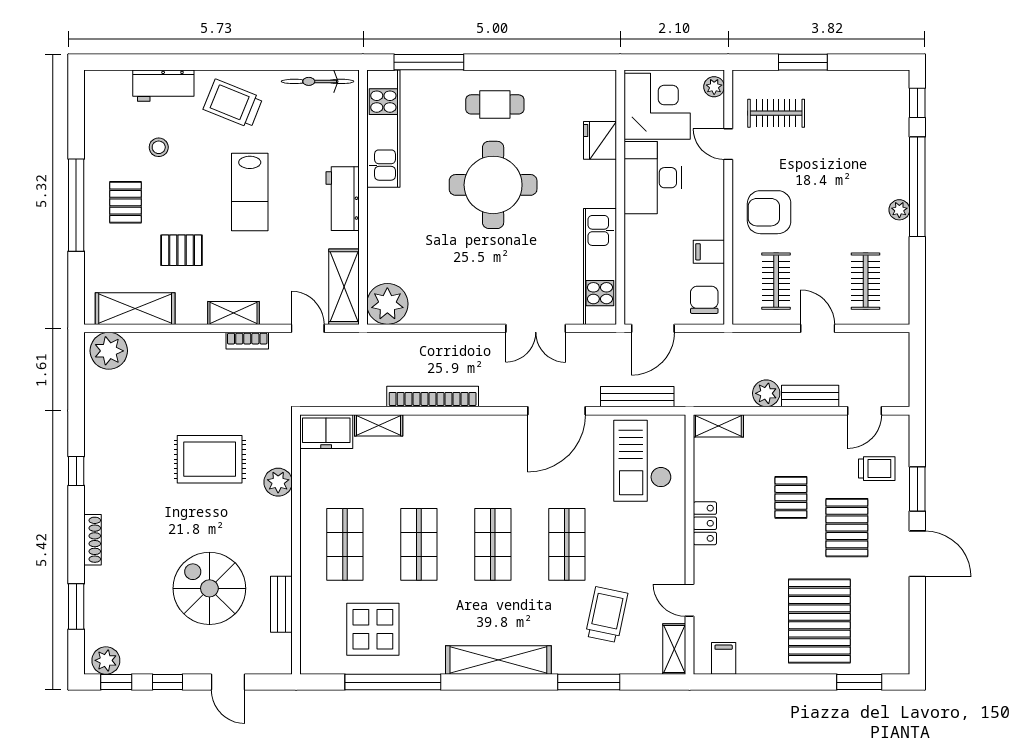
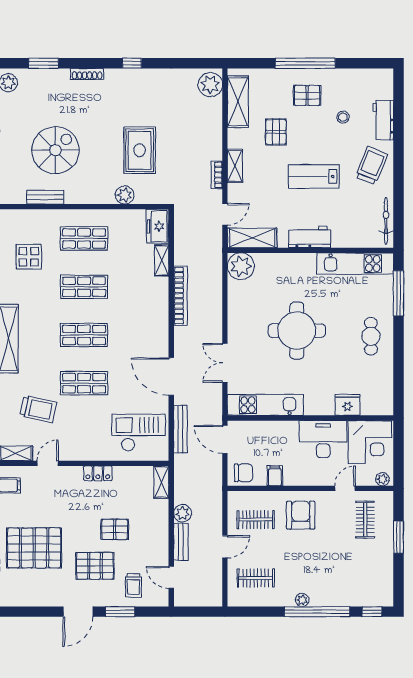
round table: (493, 185) -> (297, 331), moved
display table: (373, 629) -> (29, 257), width x0.73, depth x0.73

